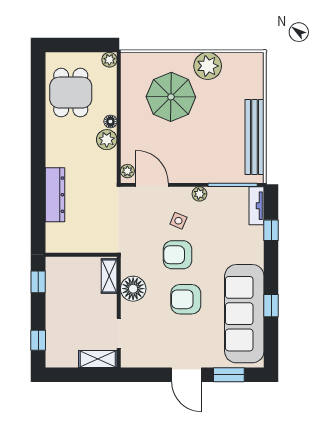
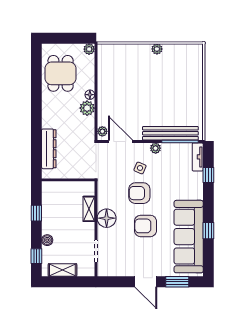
plant: (208, 66) -> (157, 49), width x0.53, depth x0.53
parasol: (171, 97) -> (134, 77), removed
bench: (254, 137) -> (170, 133), moved, turned 90
wall: (81, 255) -> (68, 180), moved
boiler: (53, 318) -> (47, 240), added
shelving: (98, 359) -> (62, 270), moved

